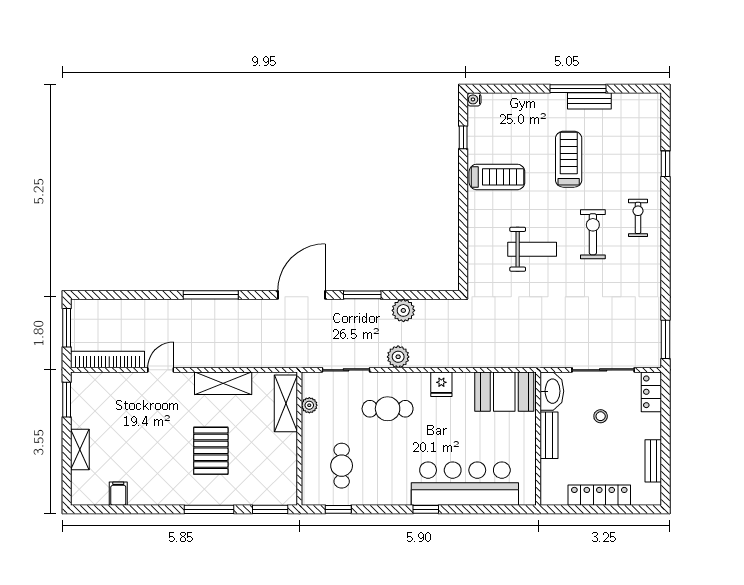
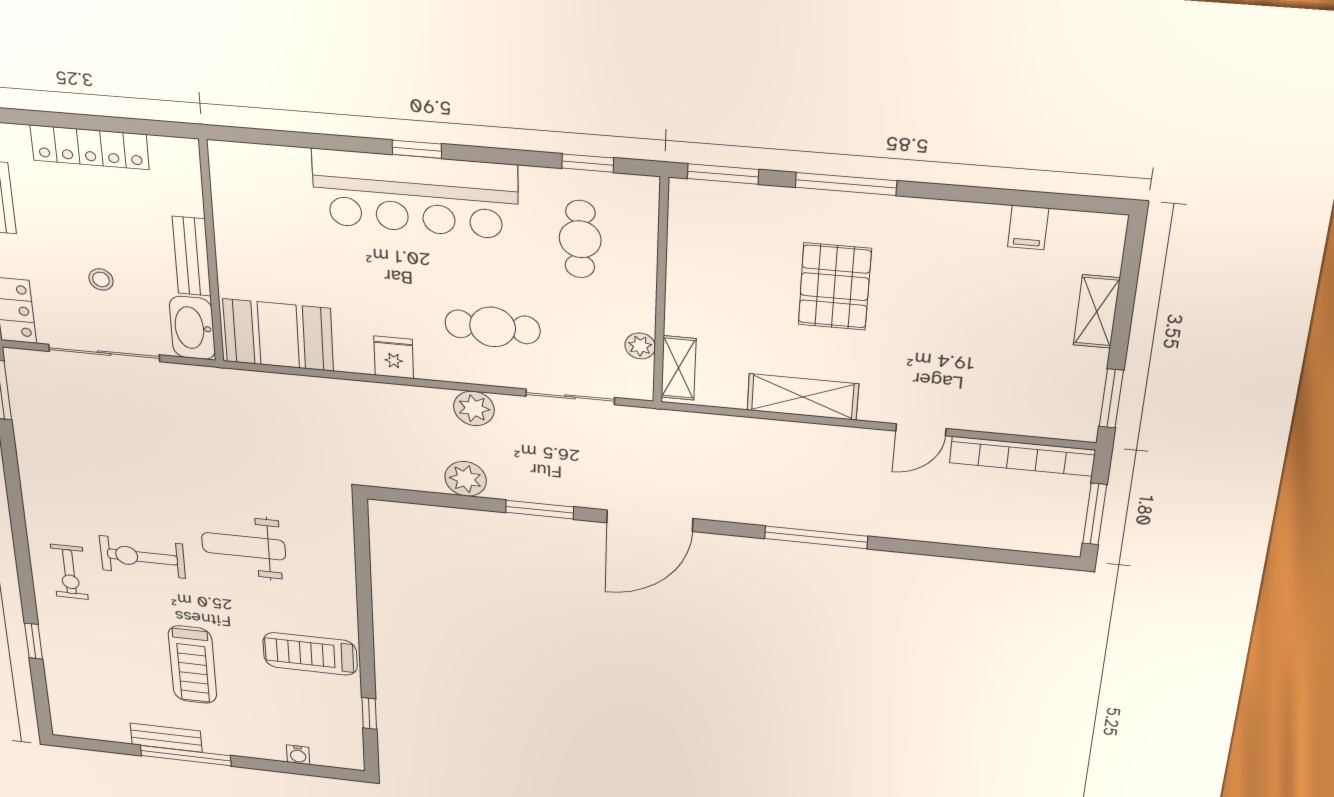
water cooler: (474, 99) -> (298, 755), moved, turned 90
exercise bike: (593, 234) -> (142, 557), turned 90
shelving: (286, 403) -> (679, 368), width x0.67, depth x0.75
bar counter: (465, 484) -> (415, 194), moved

